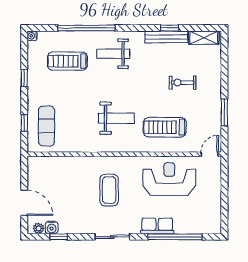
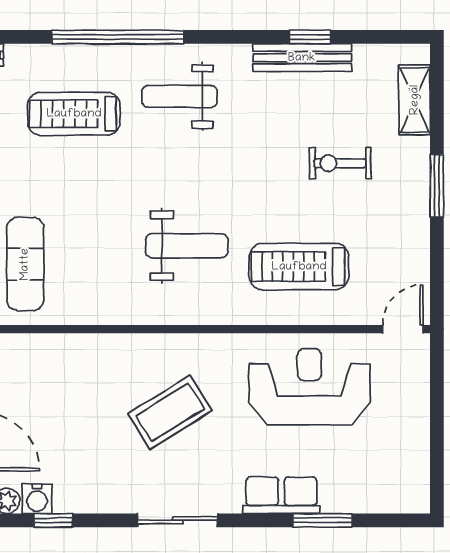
shelving: (204, 38) -> (415, 100), moved, turned 90
window: (224, 112) -> (437, 186), moved
coffee table: (109, 190) -> (170, 412), turned 58
window: (175, 237) -> (322, 520), width x0.47

